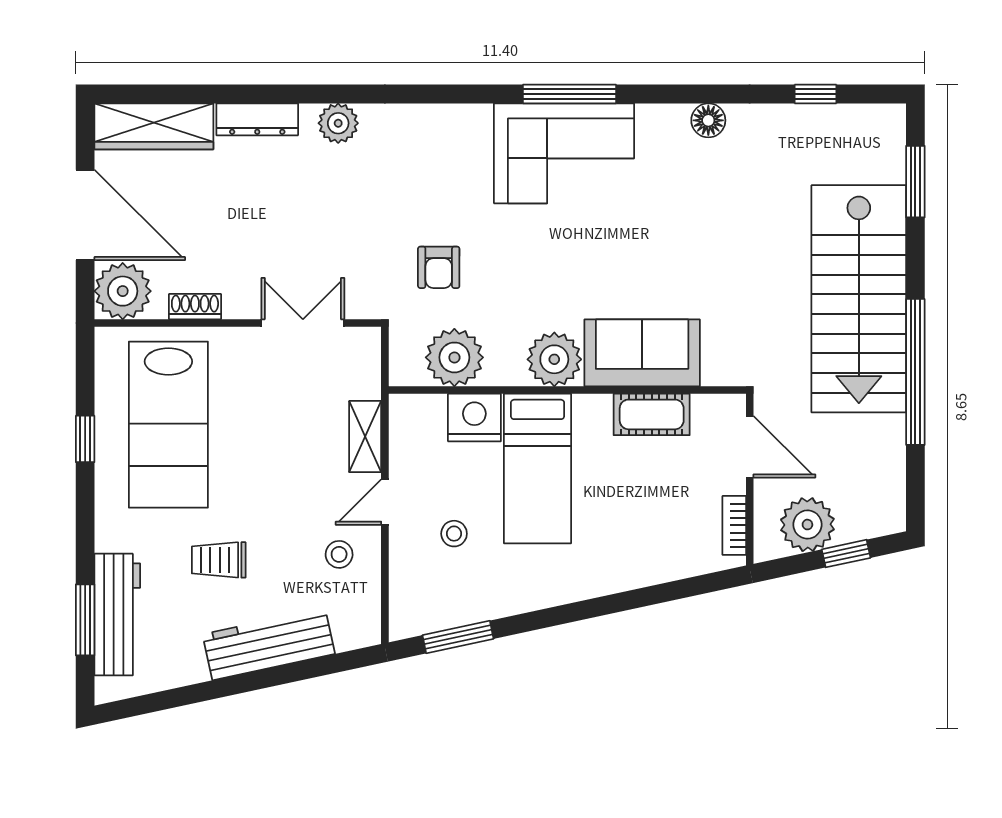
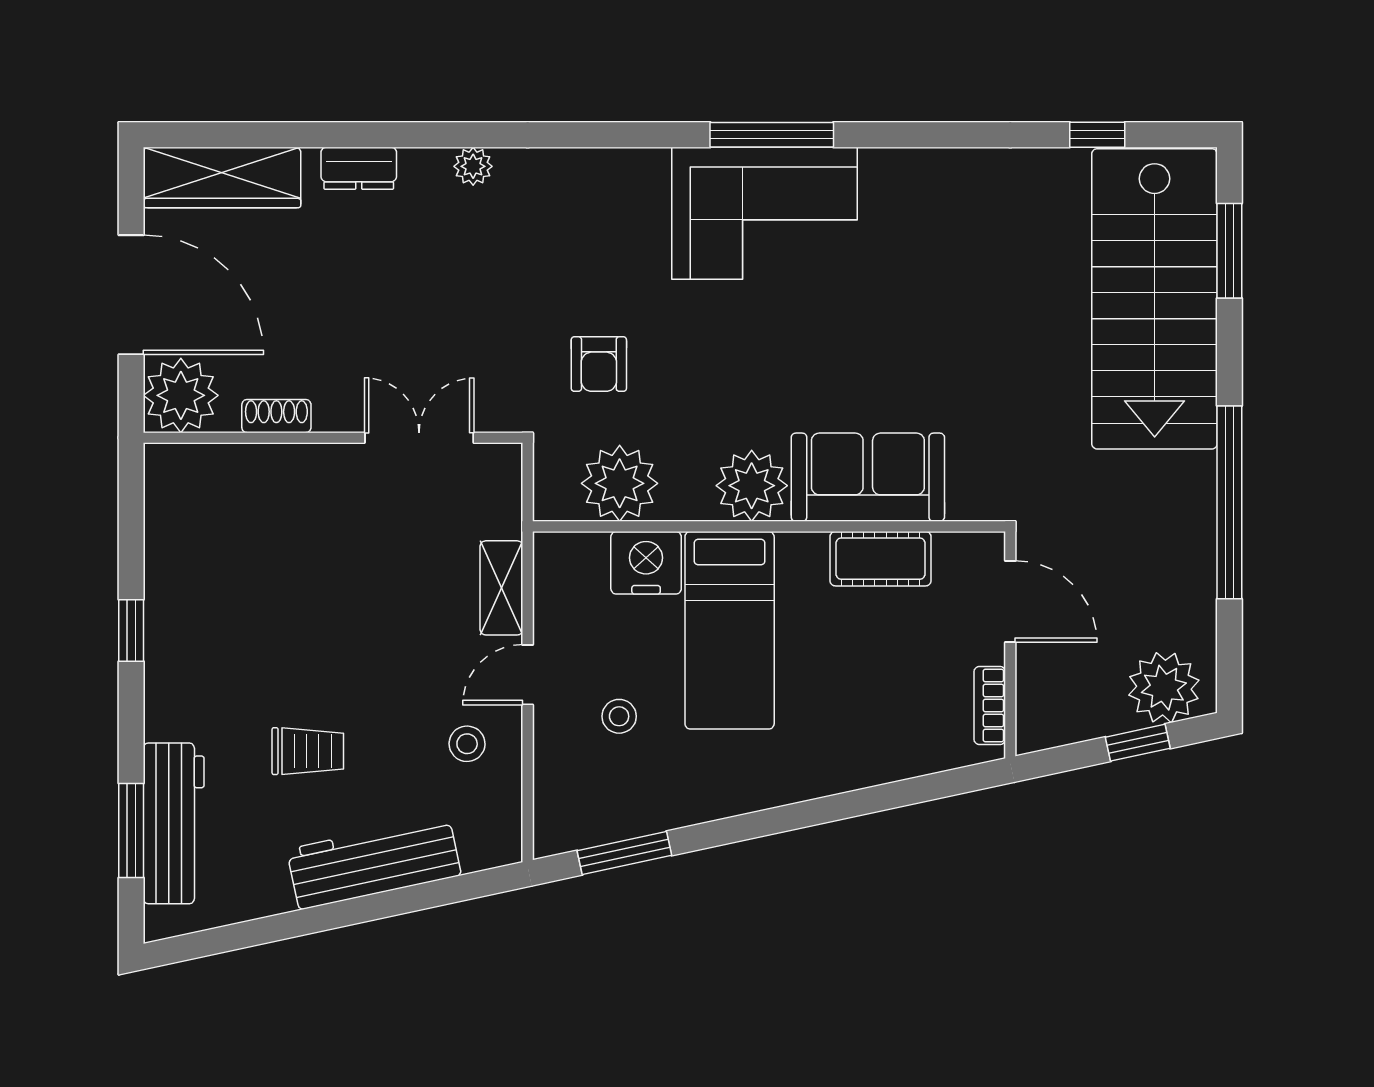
dresser: (257, 119) -> (359, 168), width x0.70
floor lamp: (708, 120) -> (955, 170), removed
plant: (338, 123) -> (473, 166), width x0.73, depth x0.73
stairs: (859, 299) -> (1155, 299), moved
lab bench: (168, 425) -> (241, 572), removed
window: (85, 439) -> (131, 631), moved
plant: (807, 525) -> (1164, 688), moved
trolley: (219, 560) -> (308, 751), turned 180

